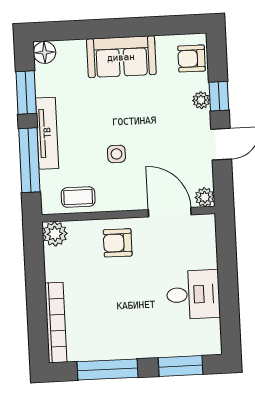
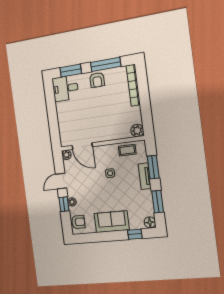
window: (76, 30) -> (135, 234), added
tv unit: (47, 133) -> (145, 176), width x0.71
window: (29, 160) -> (153, 167), width x0.69
armchair: (118, 243) -> (97, 80), moved, turned 90
desk: (193, 294) -> (65, 88), moved

